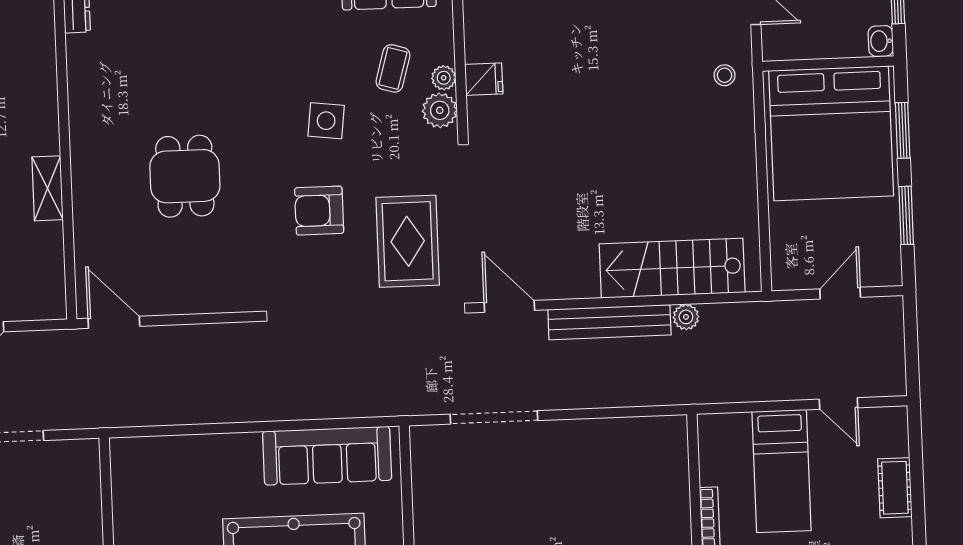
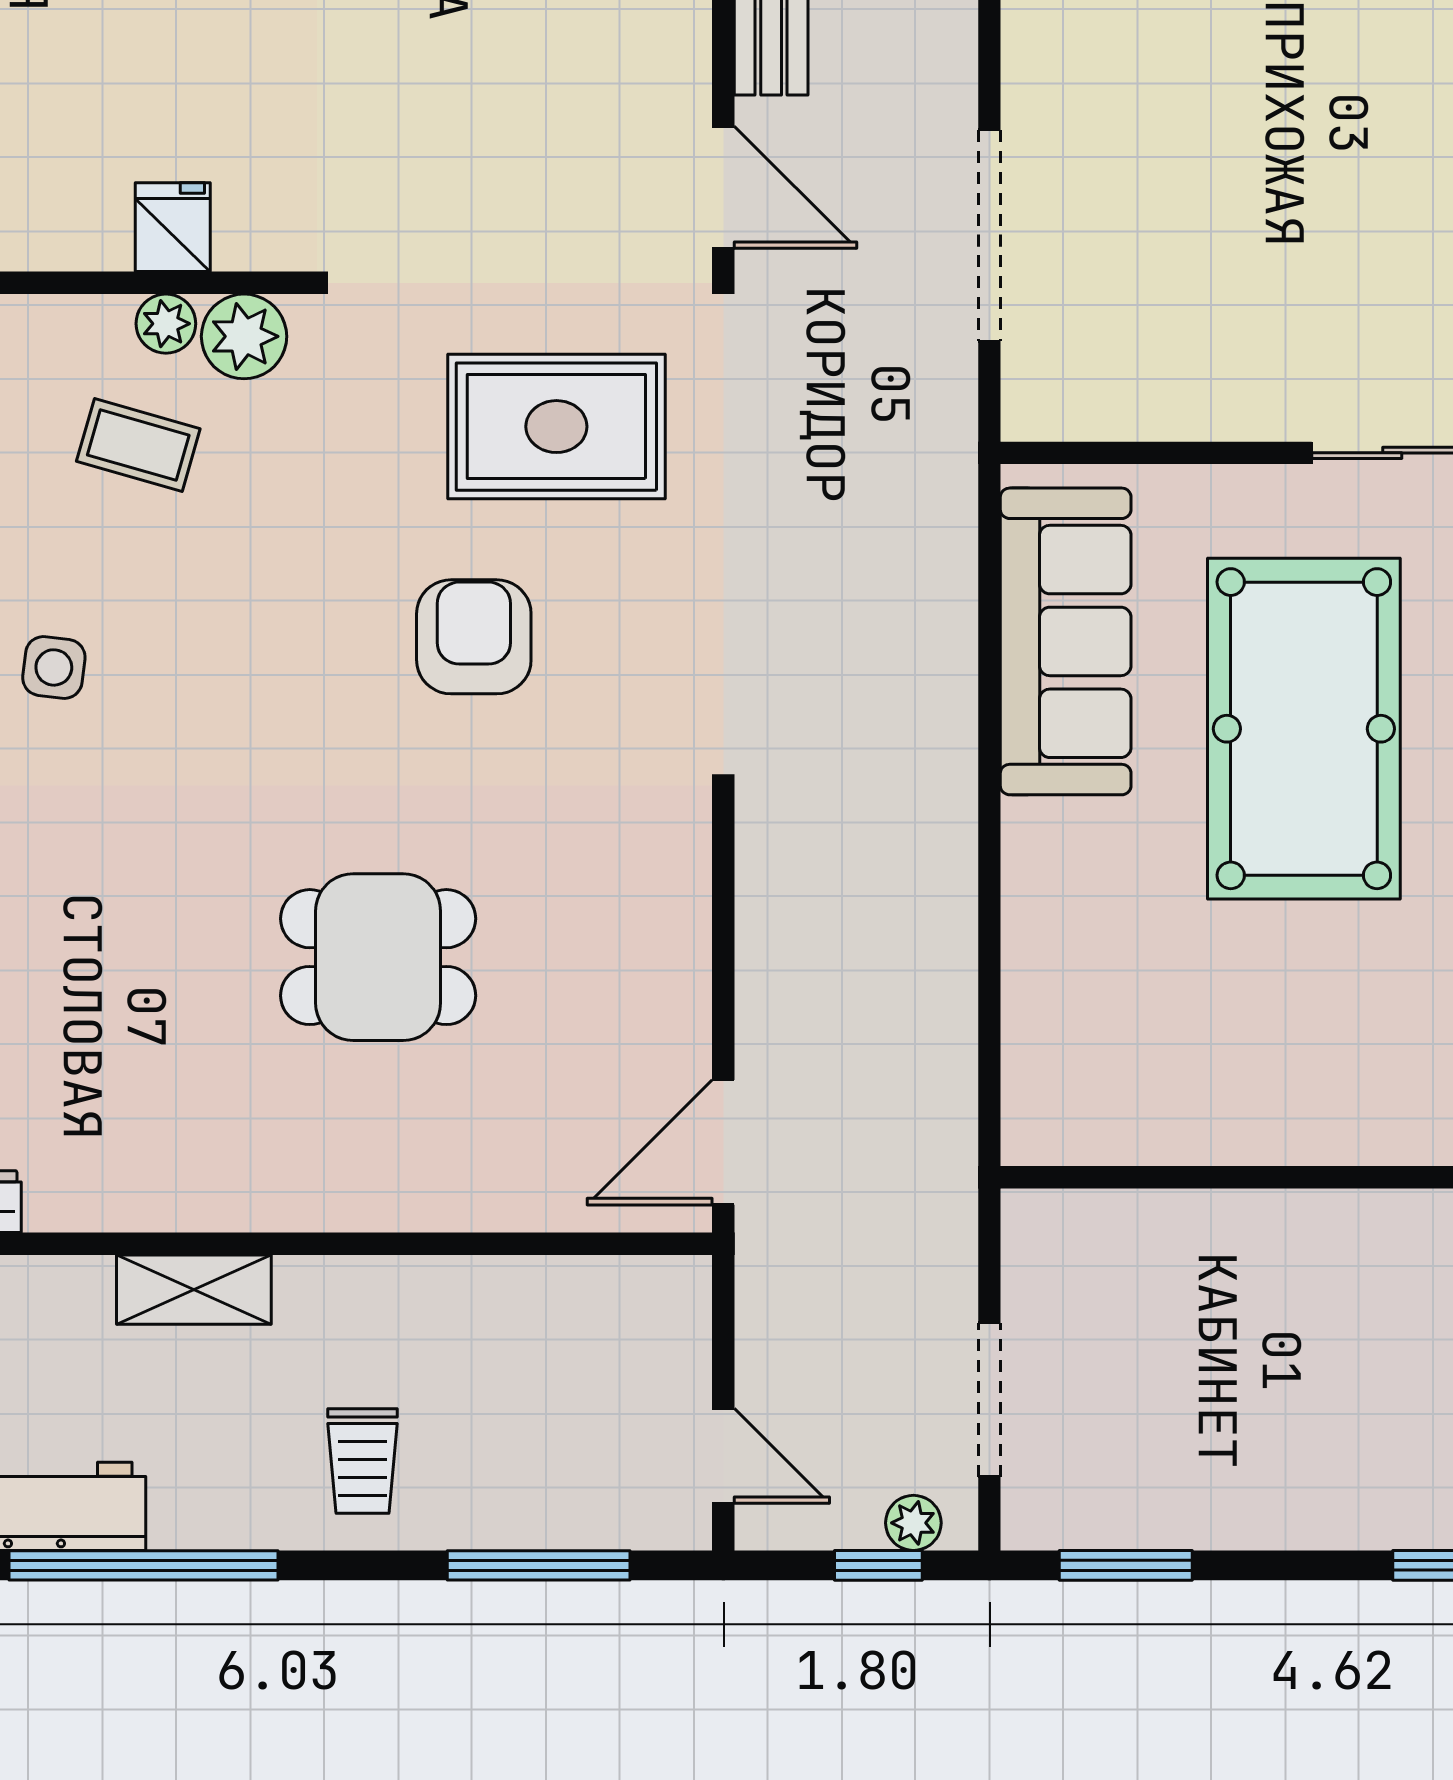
side table: (326, 121) -> (54, 667), moved, width x0.73, depth x0.73
shelving: (47, 188) -> (194, 1290), moved
armchair: (319, 211) -> (474, 637), turned 180
door: (509, 306) -> (723, 187), swing flipped

